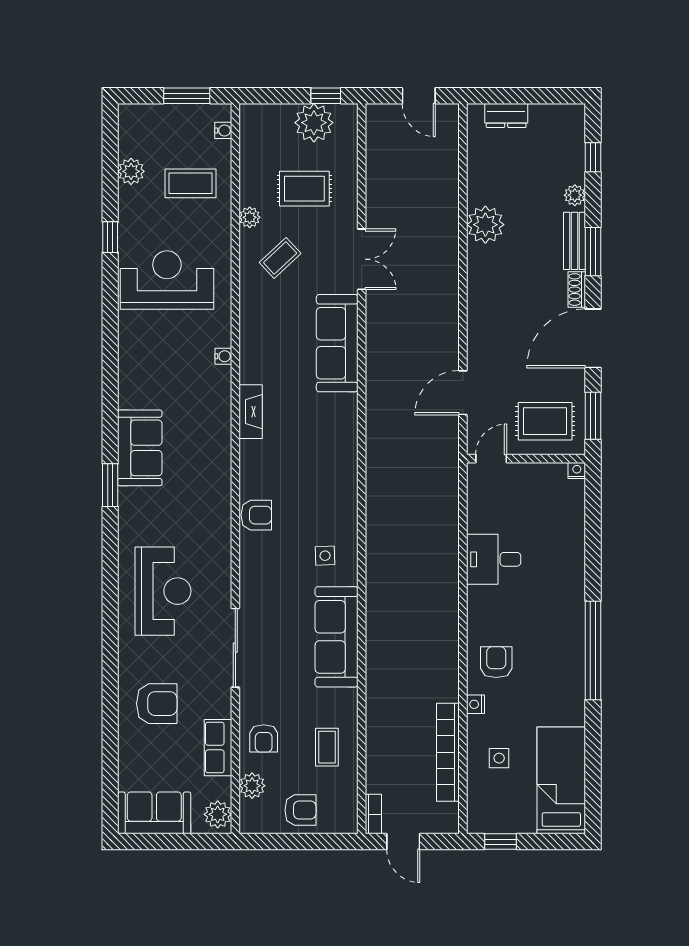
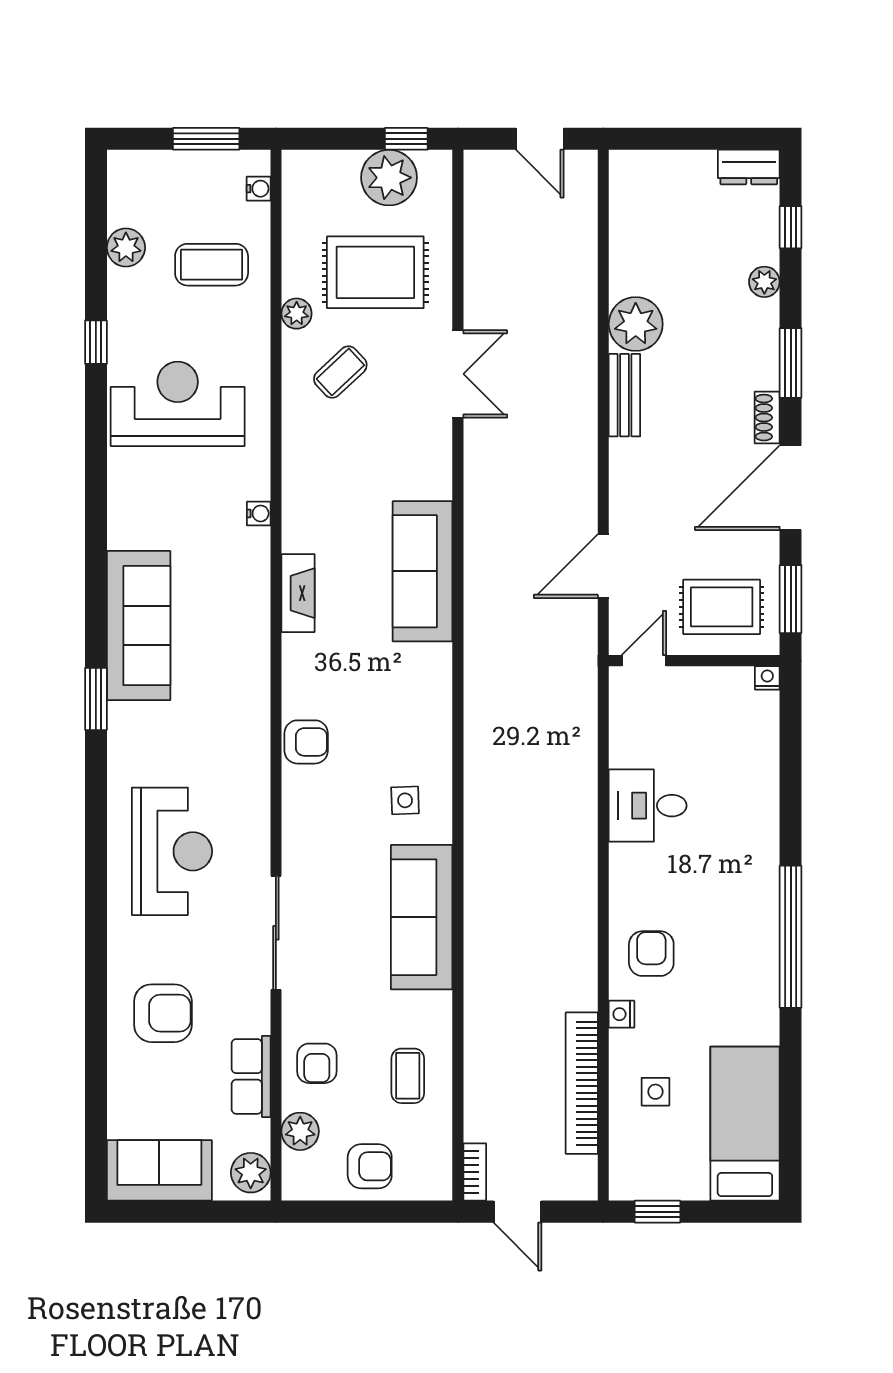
dresser: (506, 115) -> (749, 167), moved
rug: (304, 189) -> (375, 272), width x1.36, depth x1.43
bench: (574, 241) -> (624, 395), moved
sofa: (337, 343) -> (423, 571), moved
sofa: (140, 448) -> (139, 626), width x1.36

